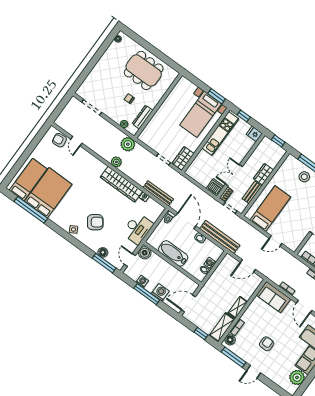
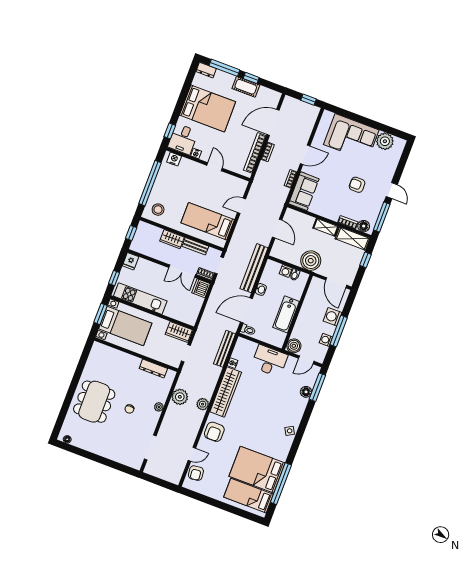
wall: (158, 106) -> (136, 355), moved
dresser: (143, 117) -> (153, 368), moved
stool: (304, 177) -> (158, 210), moved
armchair: (95, 222) -> (214, 432), moved, turned -144
door: (276, 241) -> (242, 206), swing flipped
boiler: (213, 287) -> (311, 261), added

